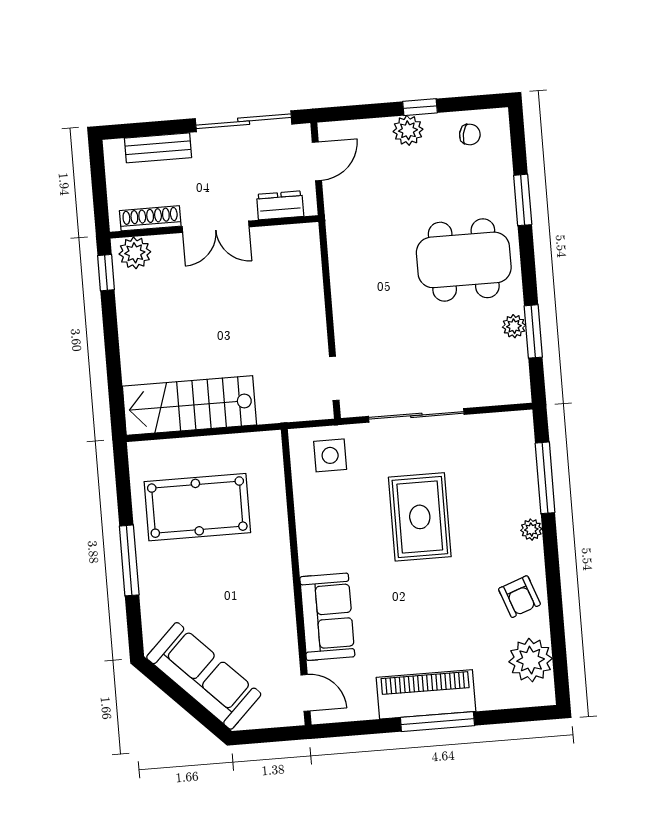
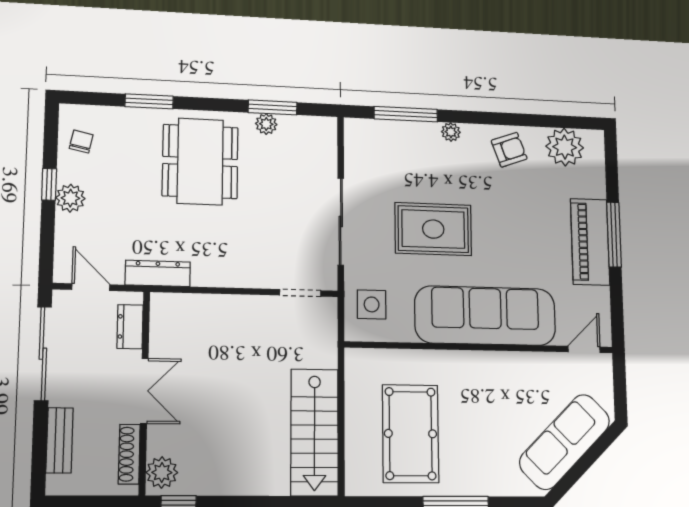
dresser: (339, 228) -> (158, 273), added
sofa: (327, 617) -> (485, 316), width x1.85, depth x1.27

